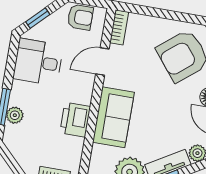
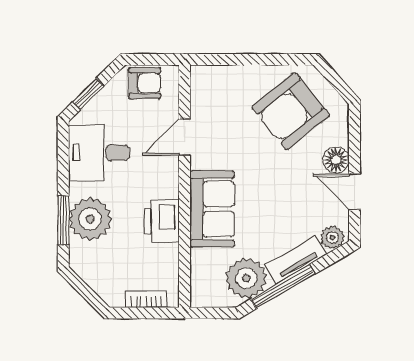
bookcase: (119, 27) -> (199, 88), removed
plant: (15, 115) -> (90, 219), width x1.88, depth x1.88

